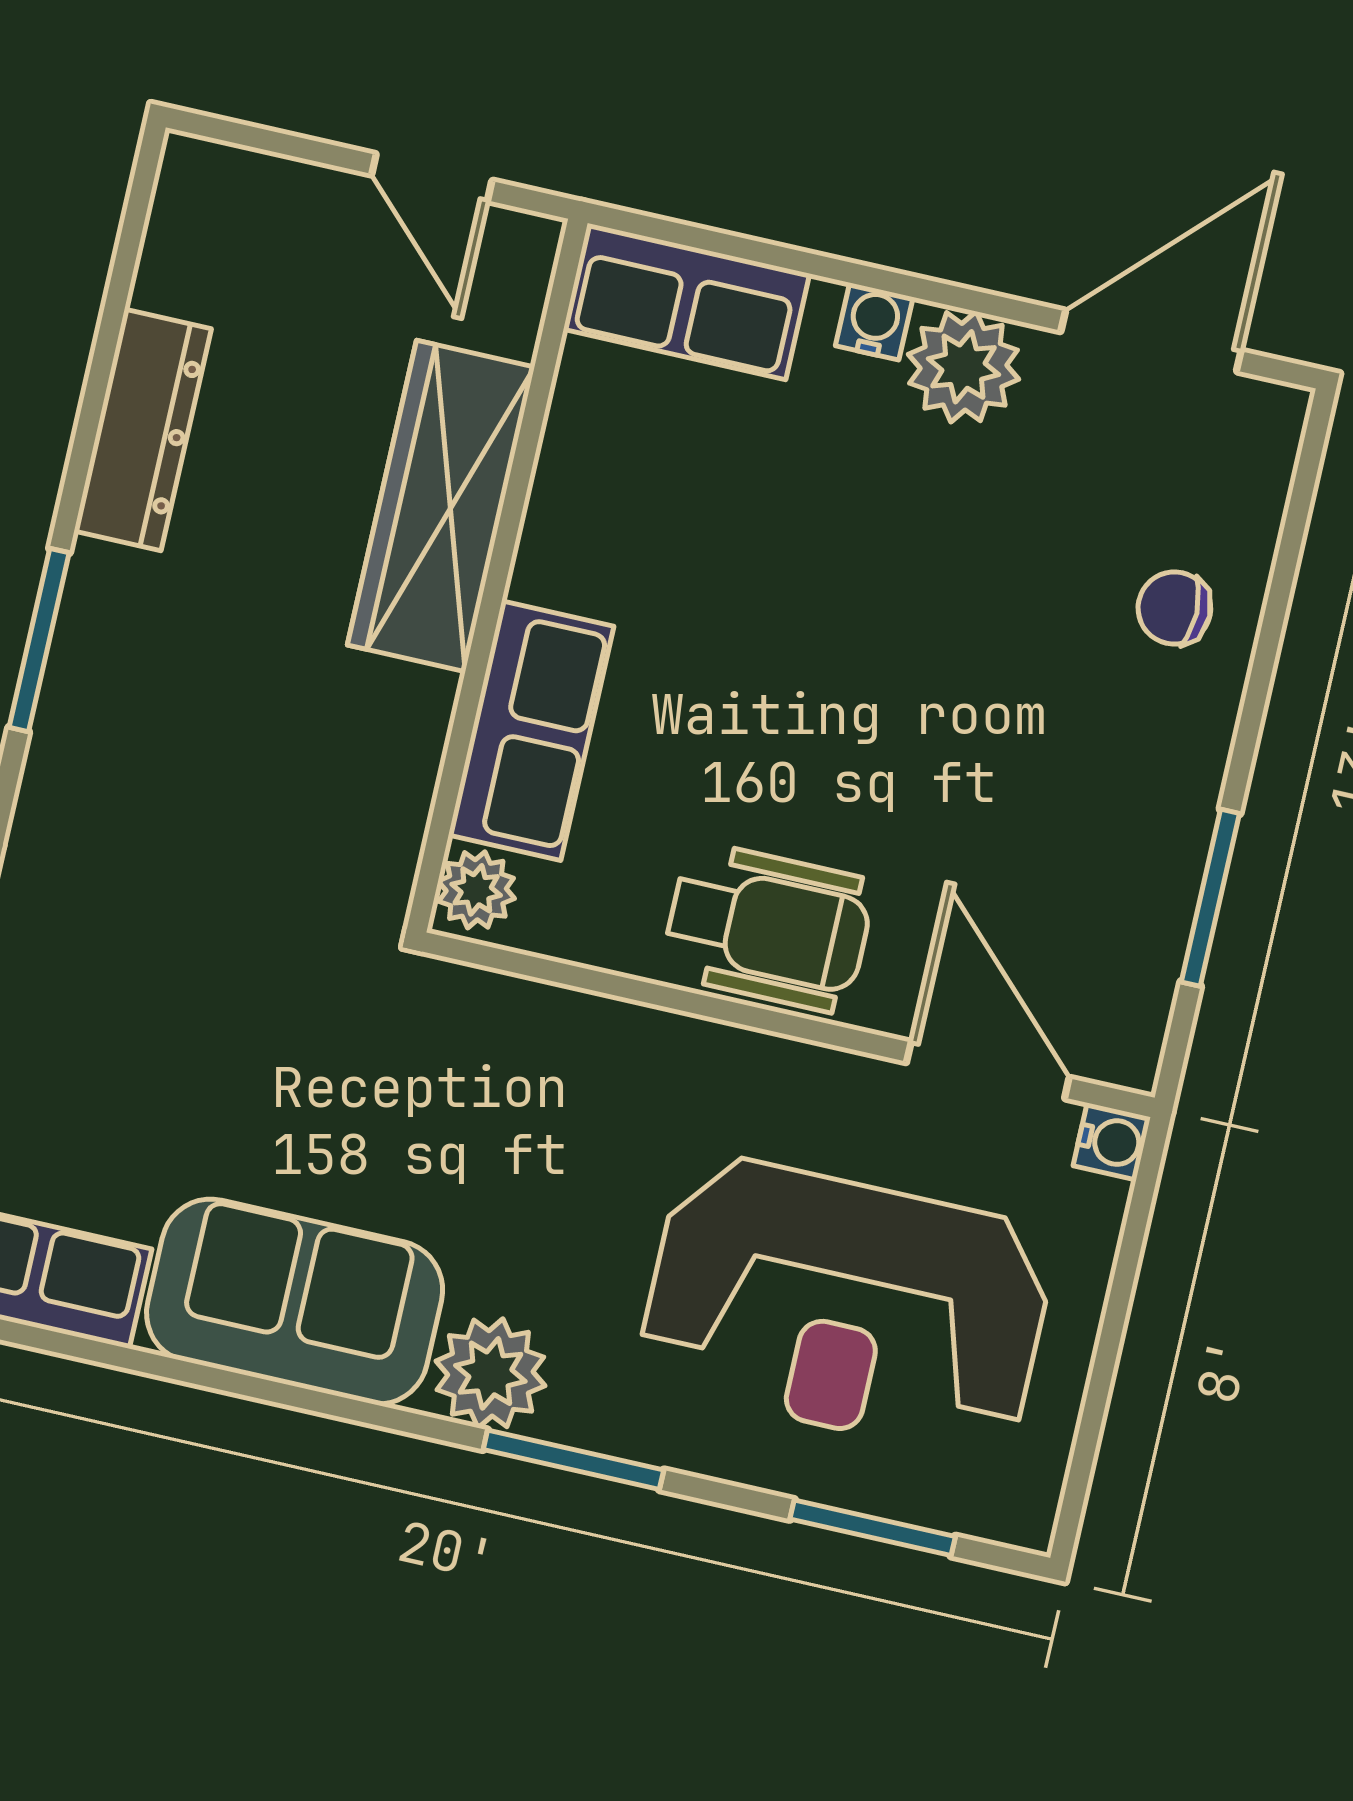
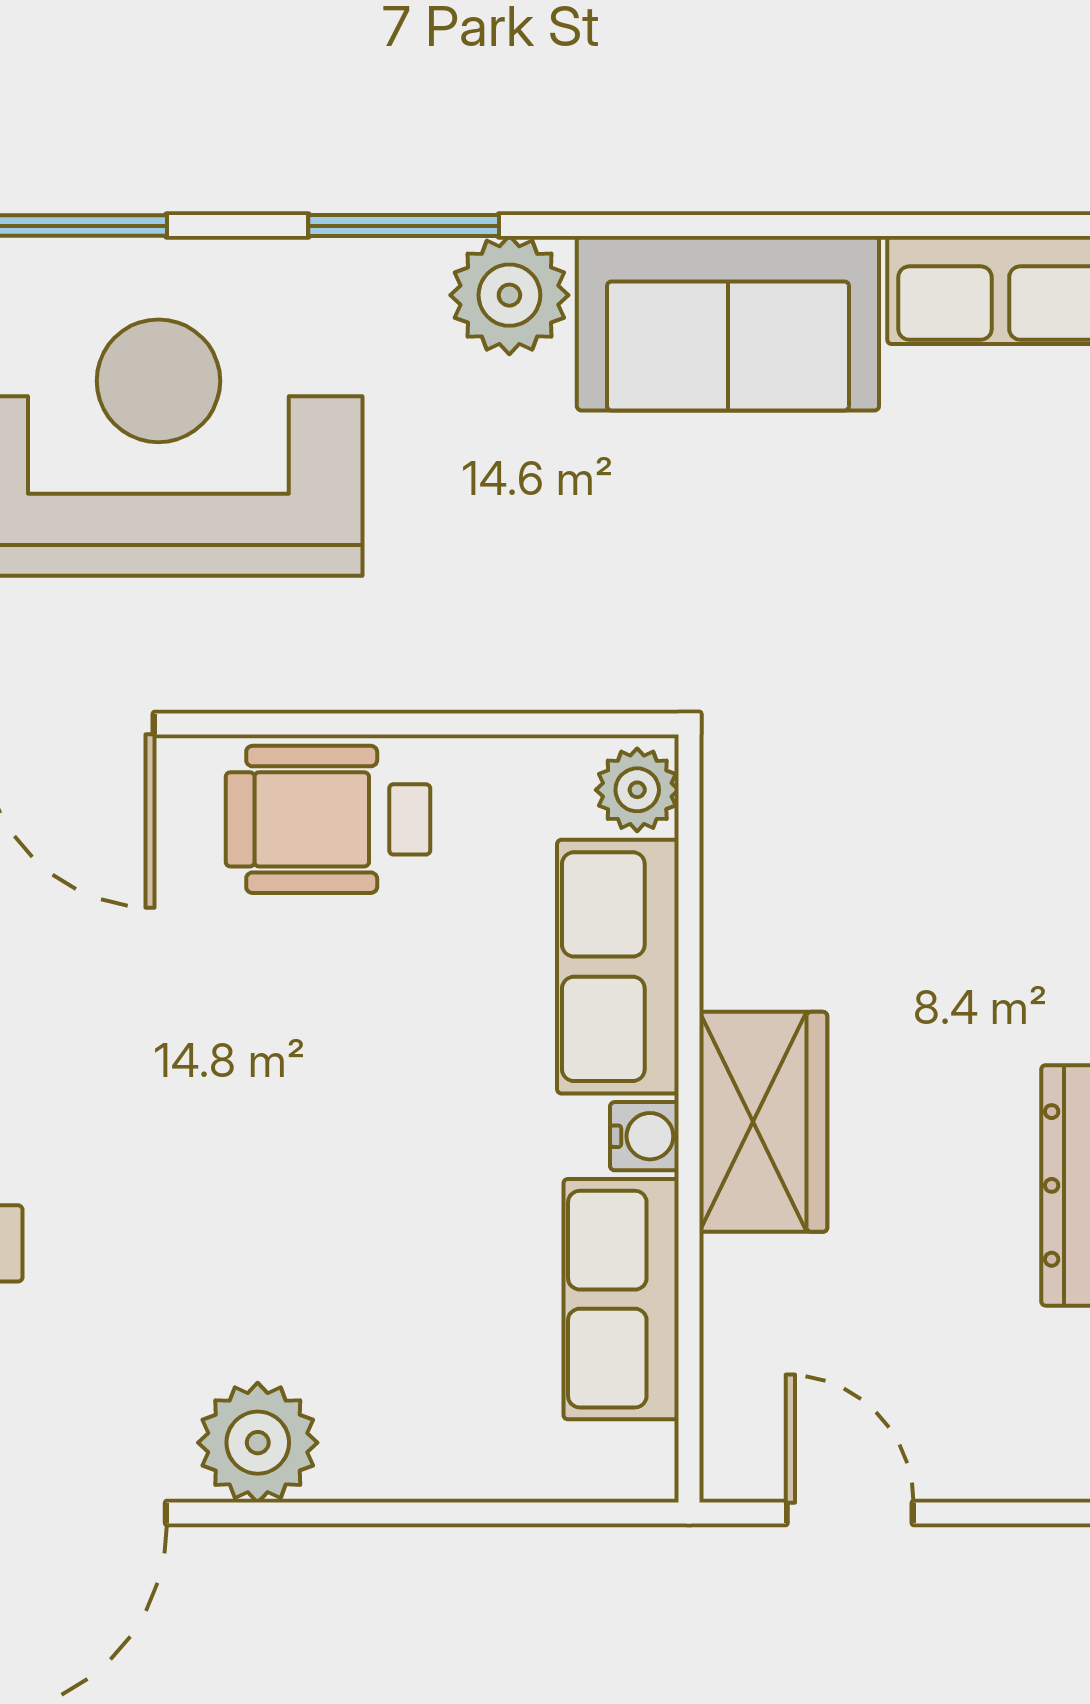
row of seats: (686, 301) -> (621, 1299), moved, turned -90
water cooler: (874, 321) -> (644, 1136), moved, turned -90
wardrobe: (441, 506) -> (763, 1122), width x0.67

